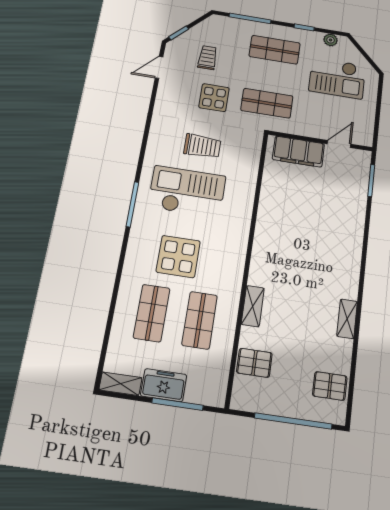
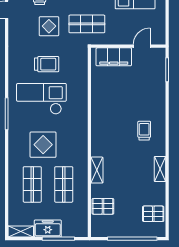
trolley: (330, 259) -> (144, 131), added

